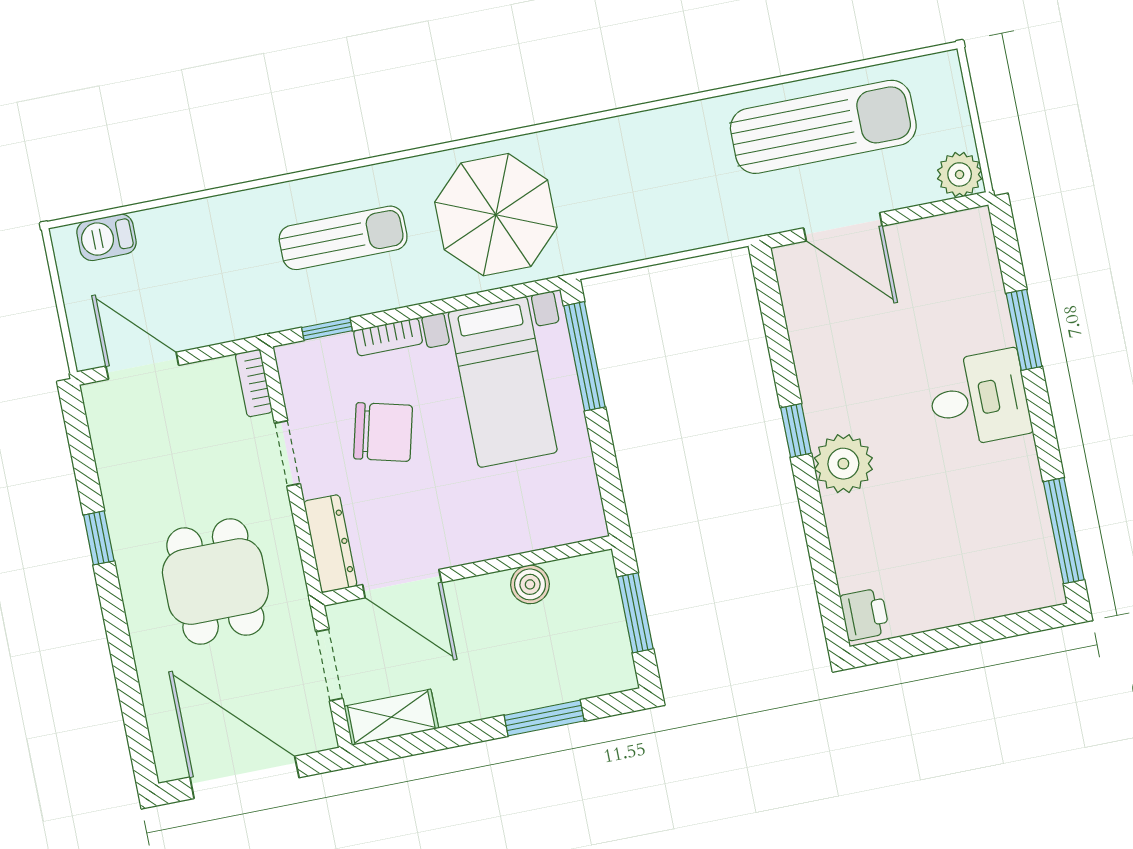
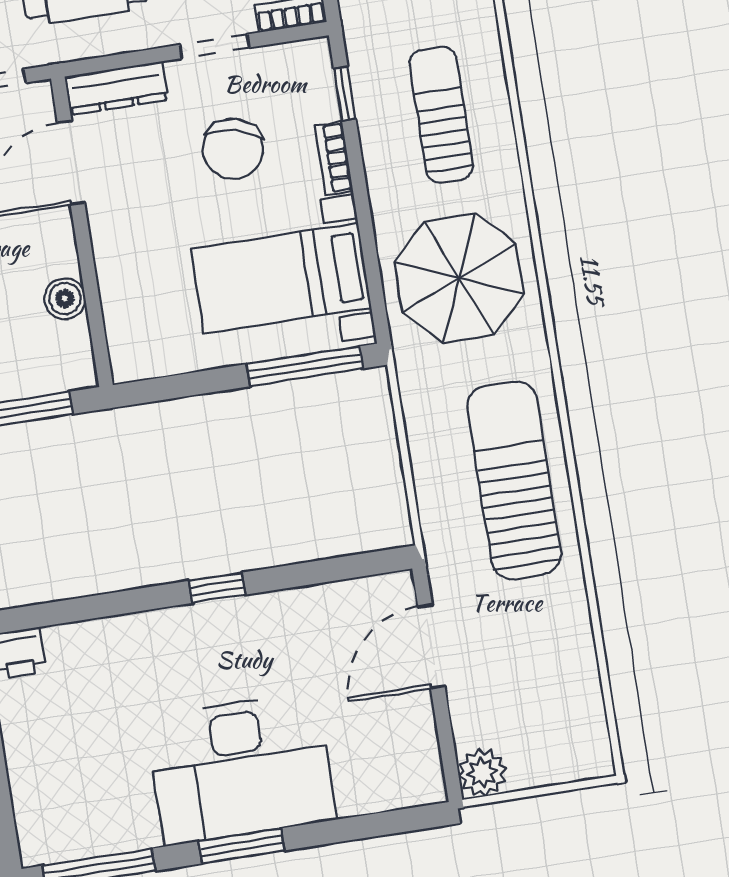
sun lounger: (823, 127) -> (514, 480), moved, turned 180
sun lounger: (343, 238) -> (441, 115), turned 180
window: (1024, 330) -> (241, 846), moved
desk: (979, 399) -> (241, 769), width x1.87, depth x1.30
plant: (843, 464) -> (180, 637), removed

